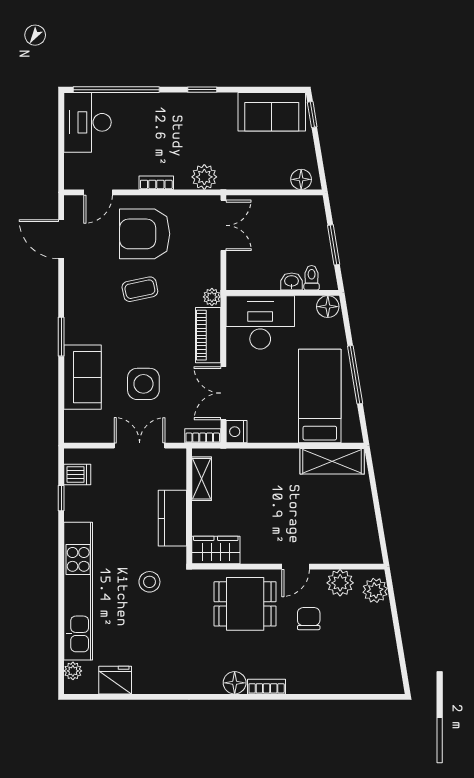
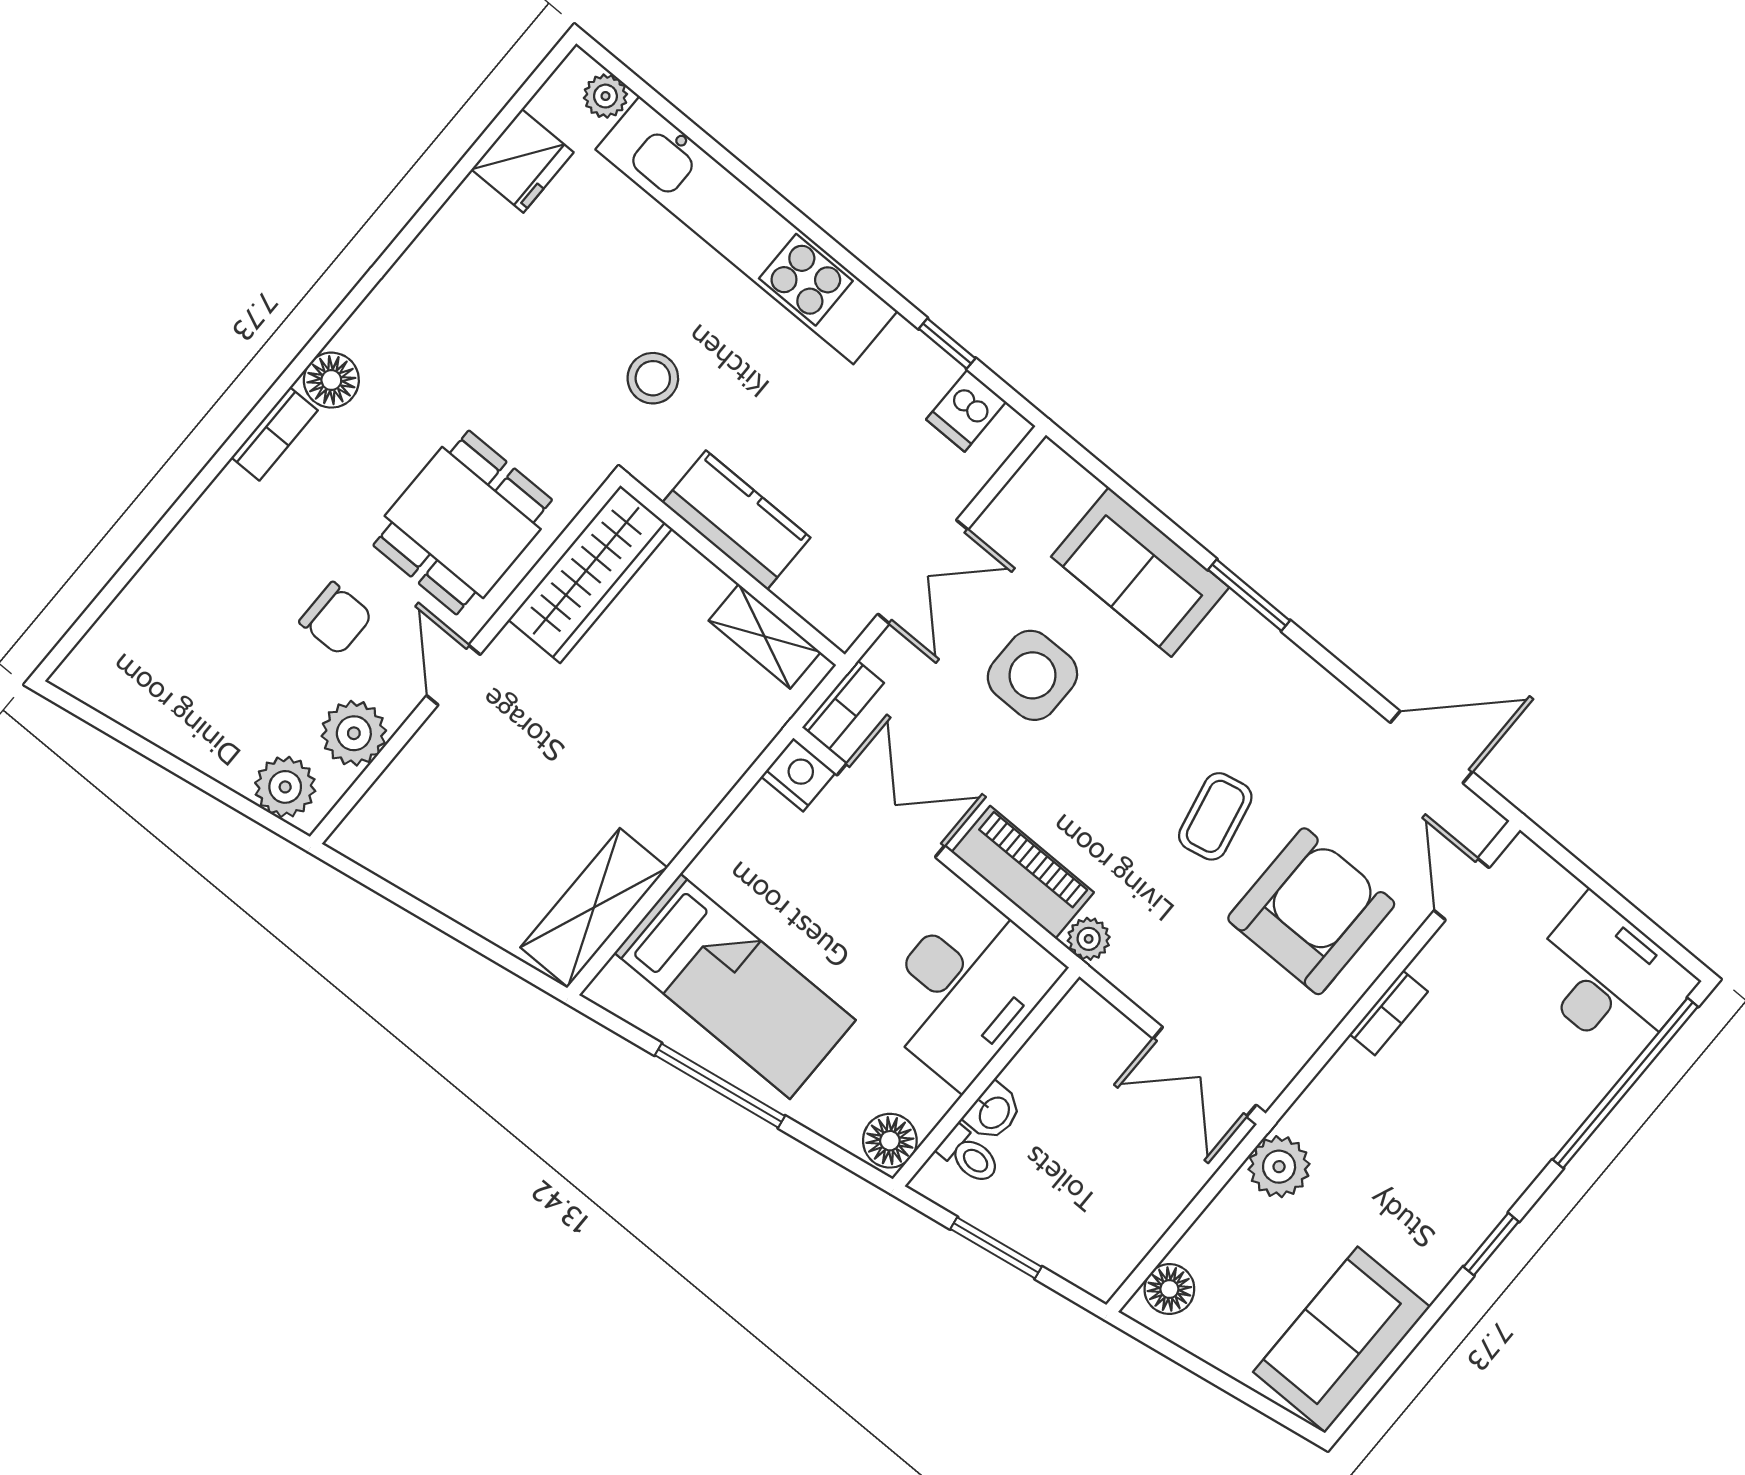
window: (312, 114) -> (1274, 1411), removed
plant: (204, 177) -> (1279, 1167), moved
wardrobe: (216, 550) -> (590, 574), width x1.50

